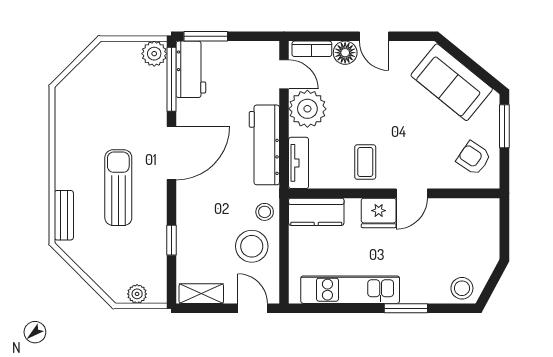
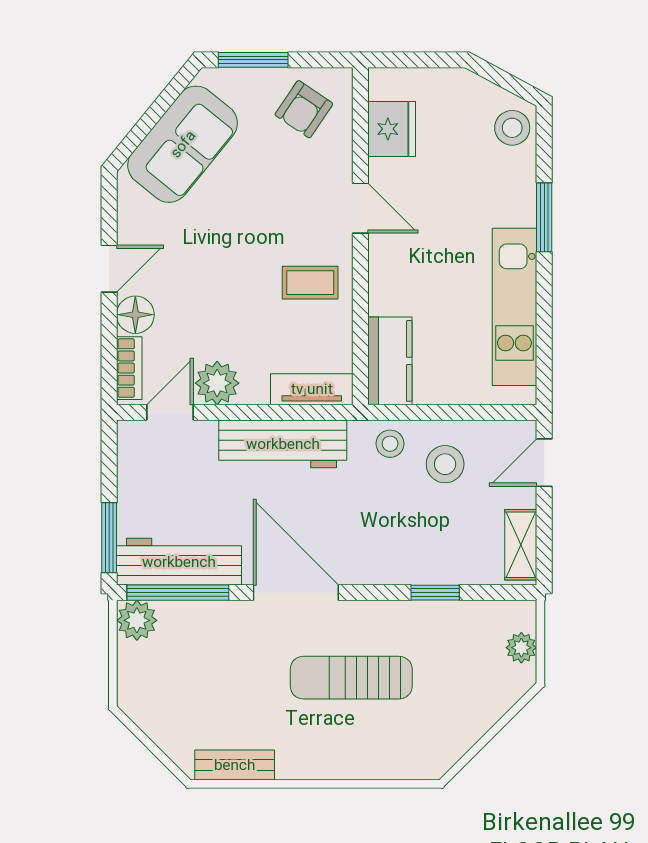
workbench: (191, 69) -> (179, 562), width x1.37
plant: (307, 109) -> (217, 383), width x0.73, depth x0.73
fridge: (379, 213) -> (392, 129), moved
bench: (64, 215) -> (235, 765), moved
stool: (252, 246) -> (445, 464), width x0.73, depth x0.73

